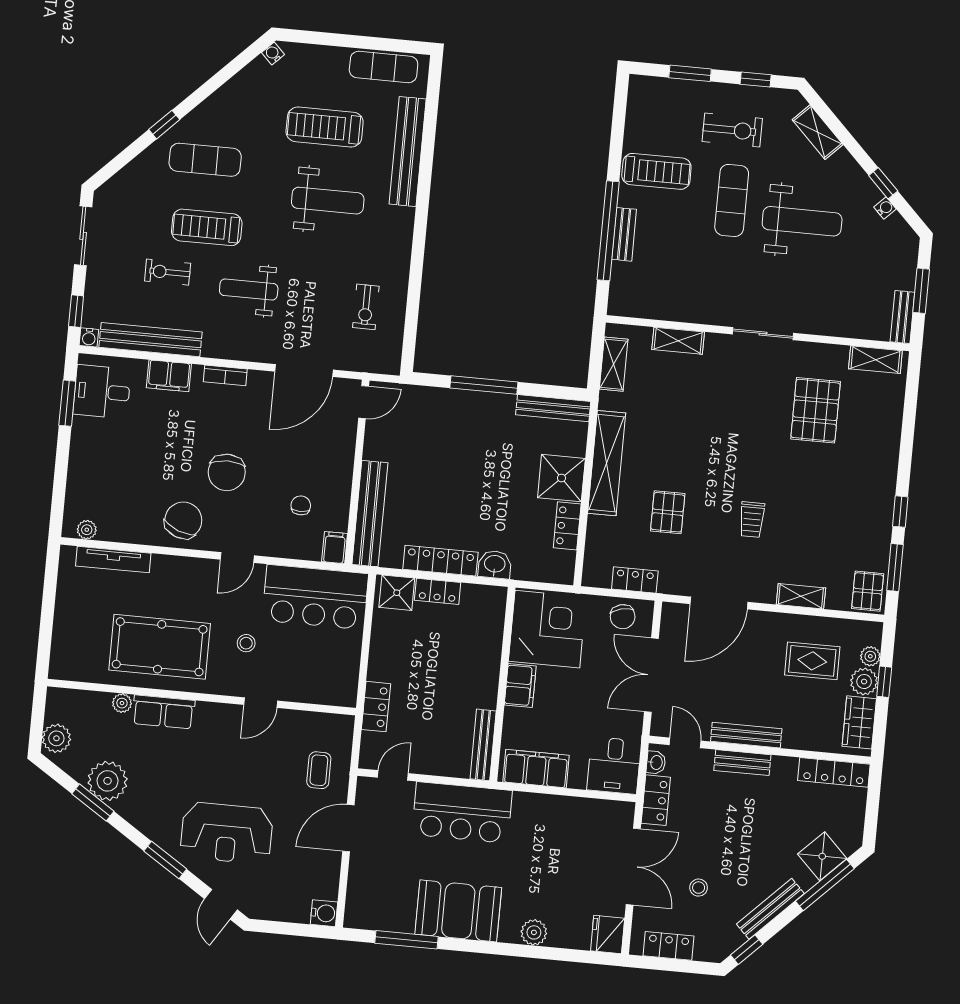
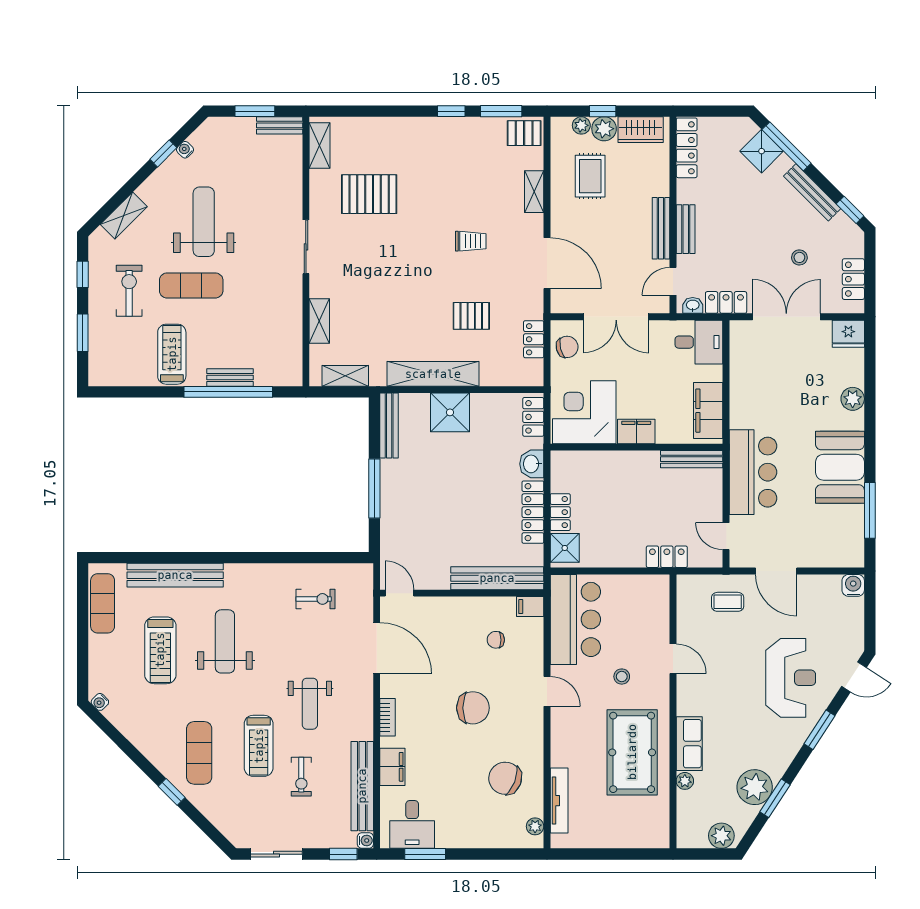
chair: (183, 520) -> (505, 778), moved
locker: (567, 526) -> (533, 417), moved, turned 90

